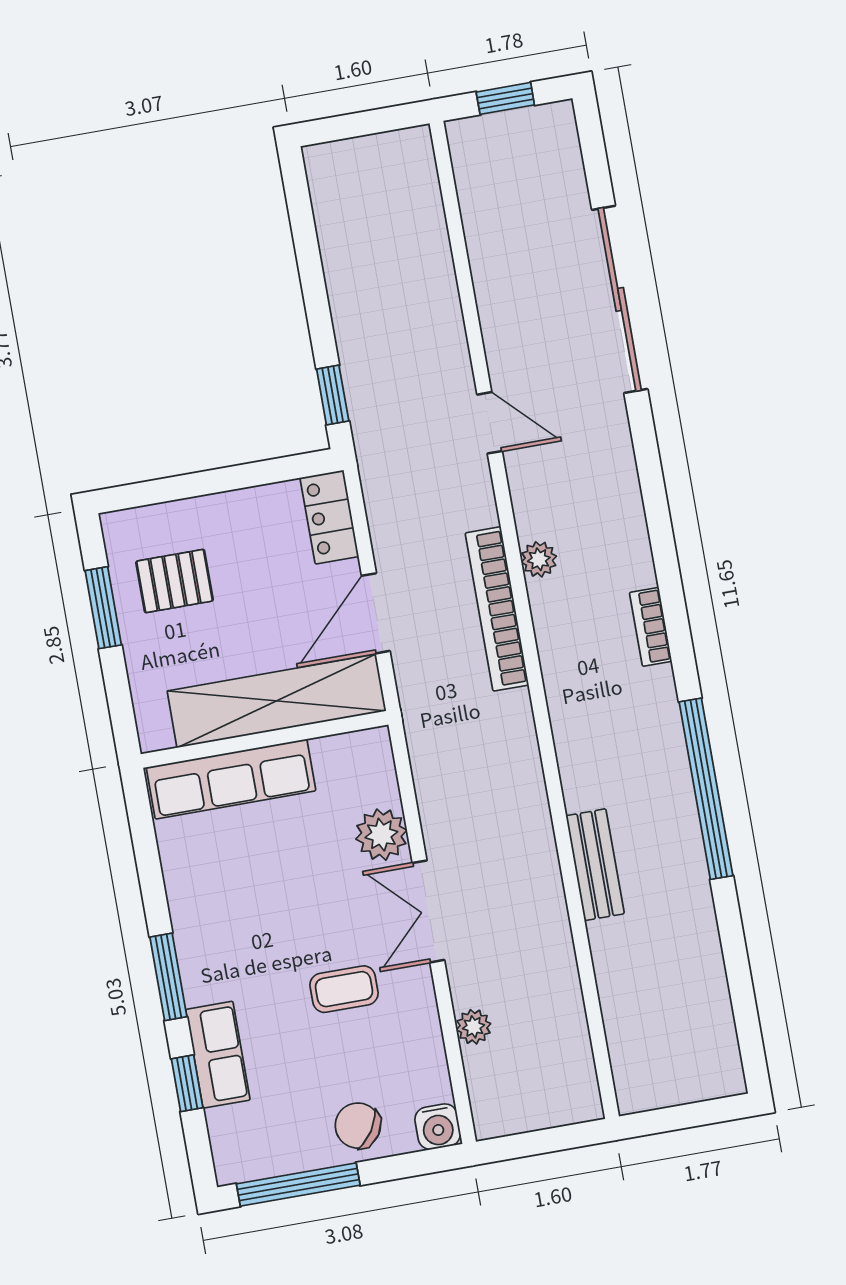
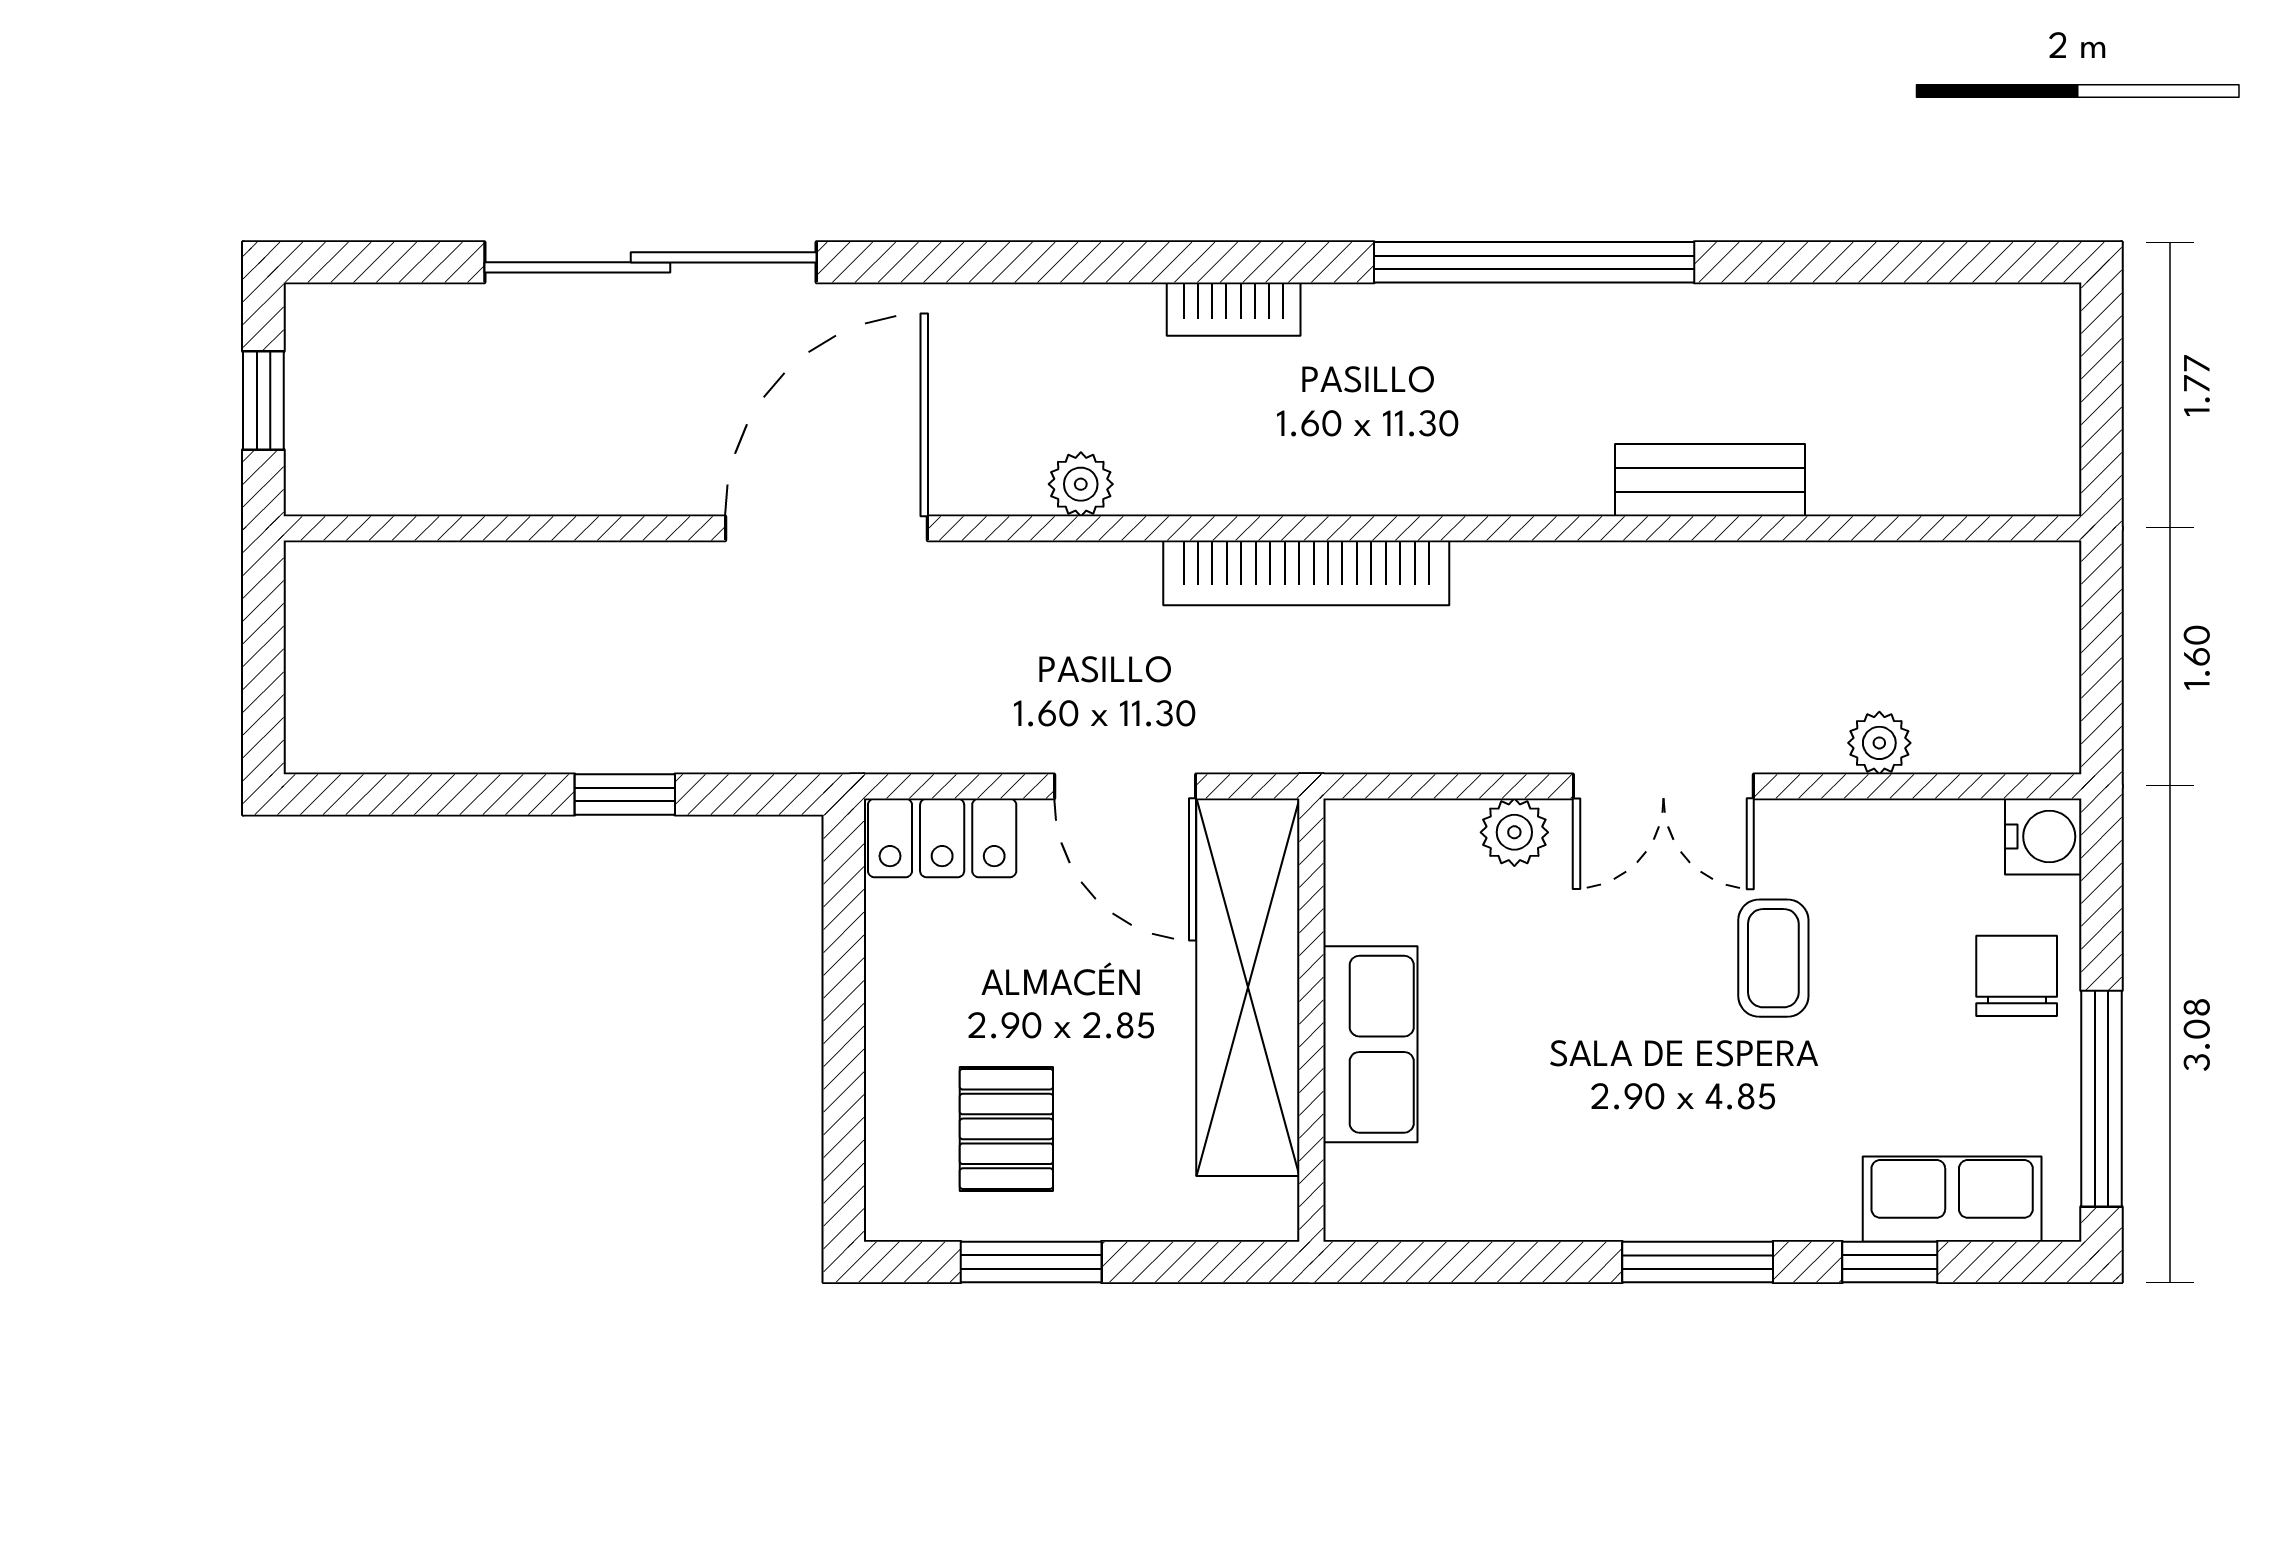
window: (333, 395) -> (625, 794), moved
door: (490, 423) -> (827, 528), width x1.88
bookcase: (497, 609) -> (1306, 573), moved
row of seats: (231, 779) -> (1370, 1044), width x0.68
plant: (381, 835) -> (1514, 832), width x0.73, depth x0.73
bench: (595, 865) -> (1710, 480), moved
row of seats: (218, 1055) -> (1952, 1199), moved
chair: (358, 1126) -> (2017, 976), turned 147

